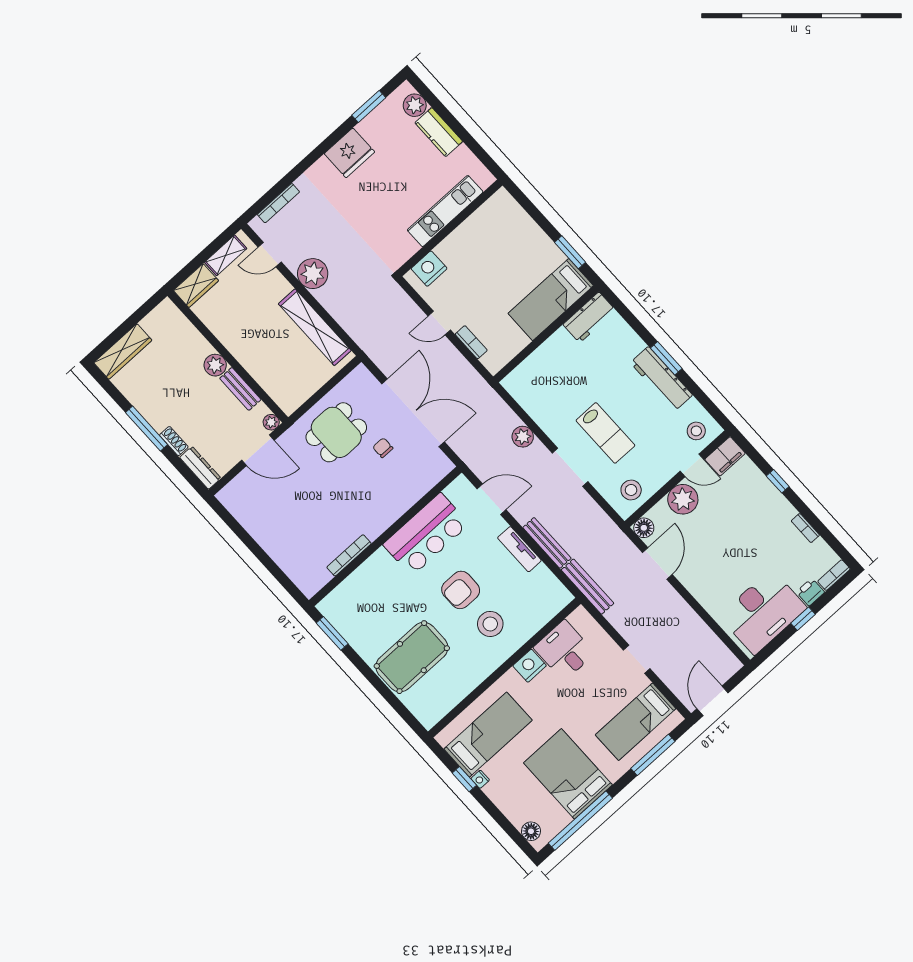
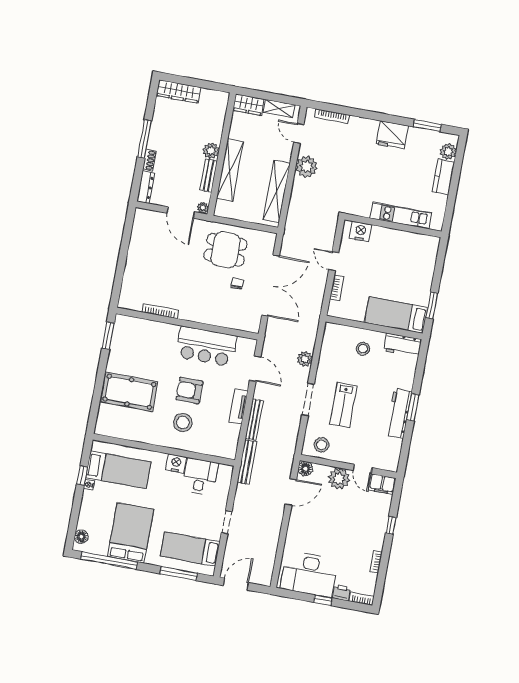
shelving: (252, 361) -> (230, 170), added
stool: (696, 431) -> (363, 349), moved

